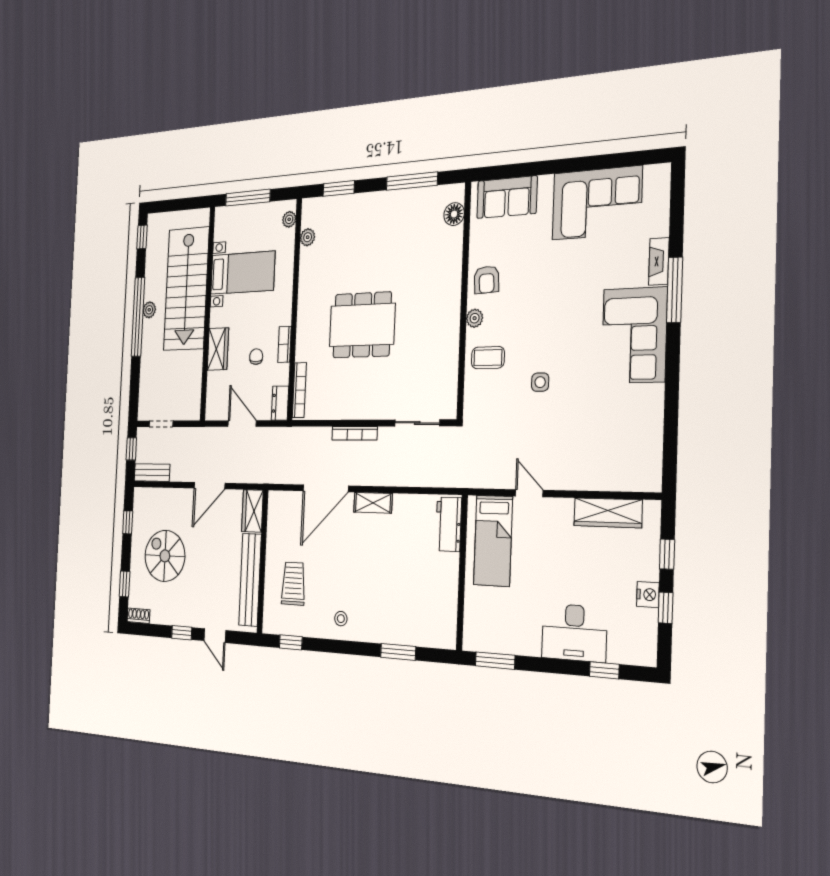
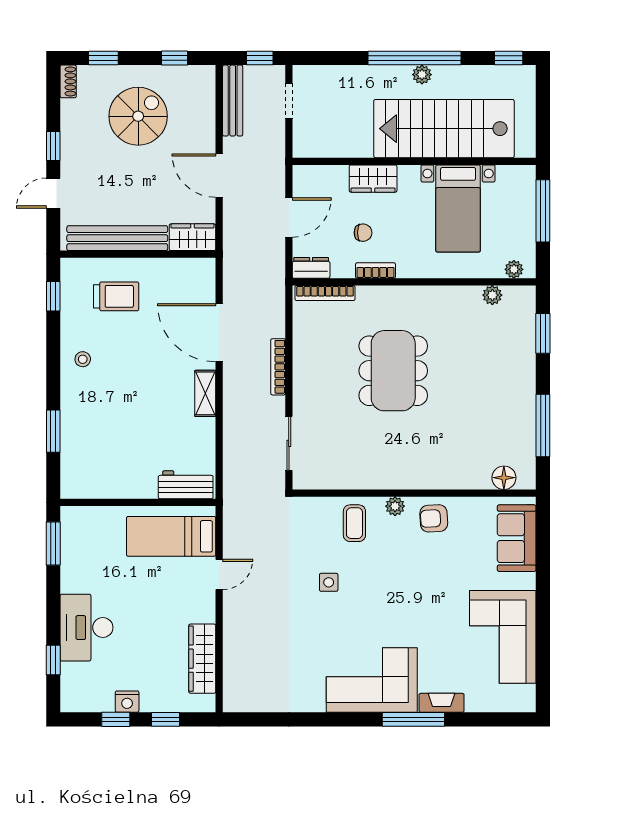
bench: (152, 473) -> (233, 101), width x1.36

